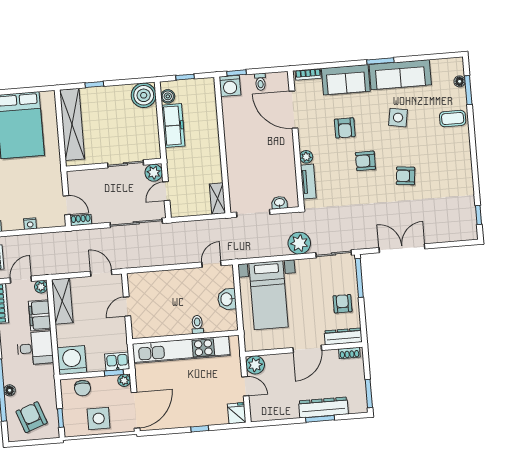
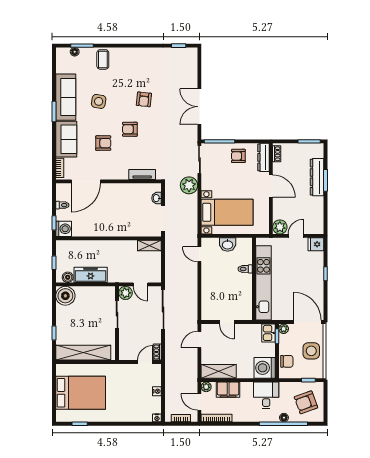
plant: (306, 157) -> (123, 175), removed
armchair: (365, 161) -> (130, 129), turned 90
desk: (35, 348) -> (266, 395), moved

